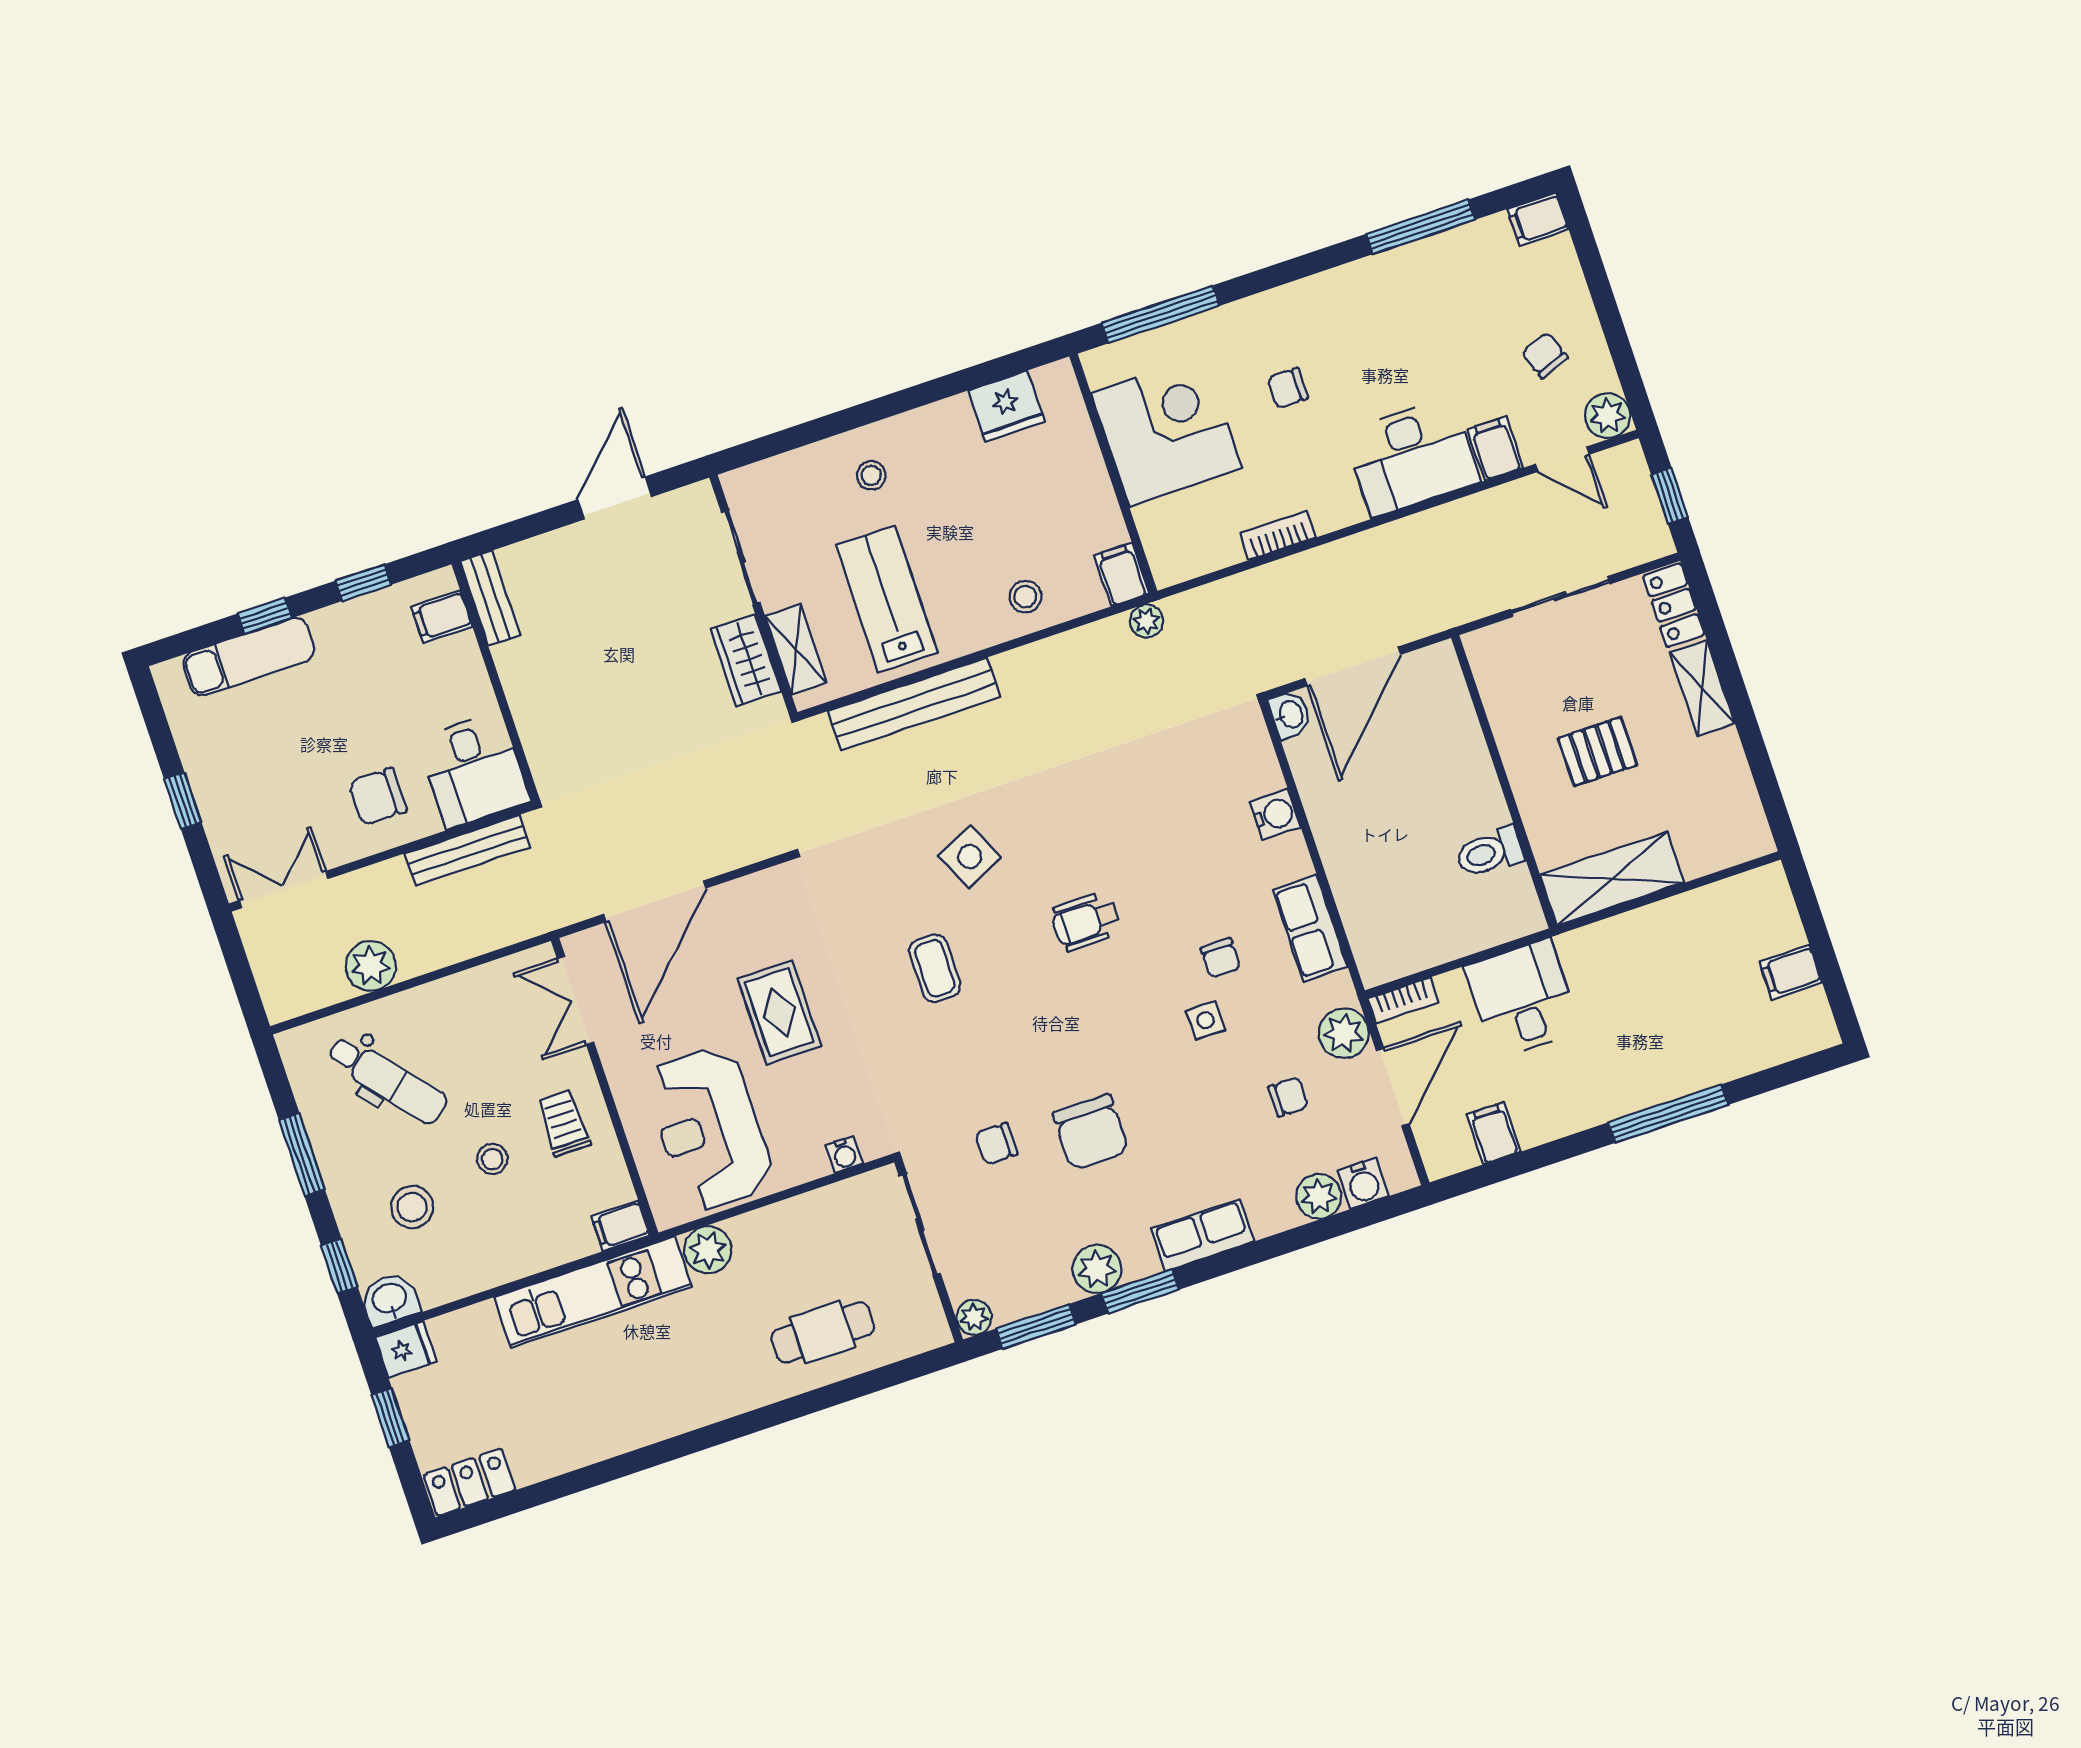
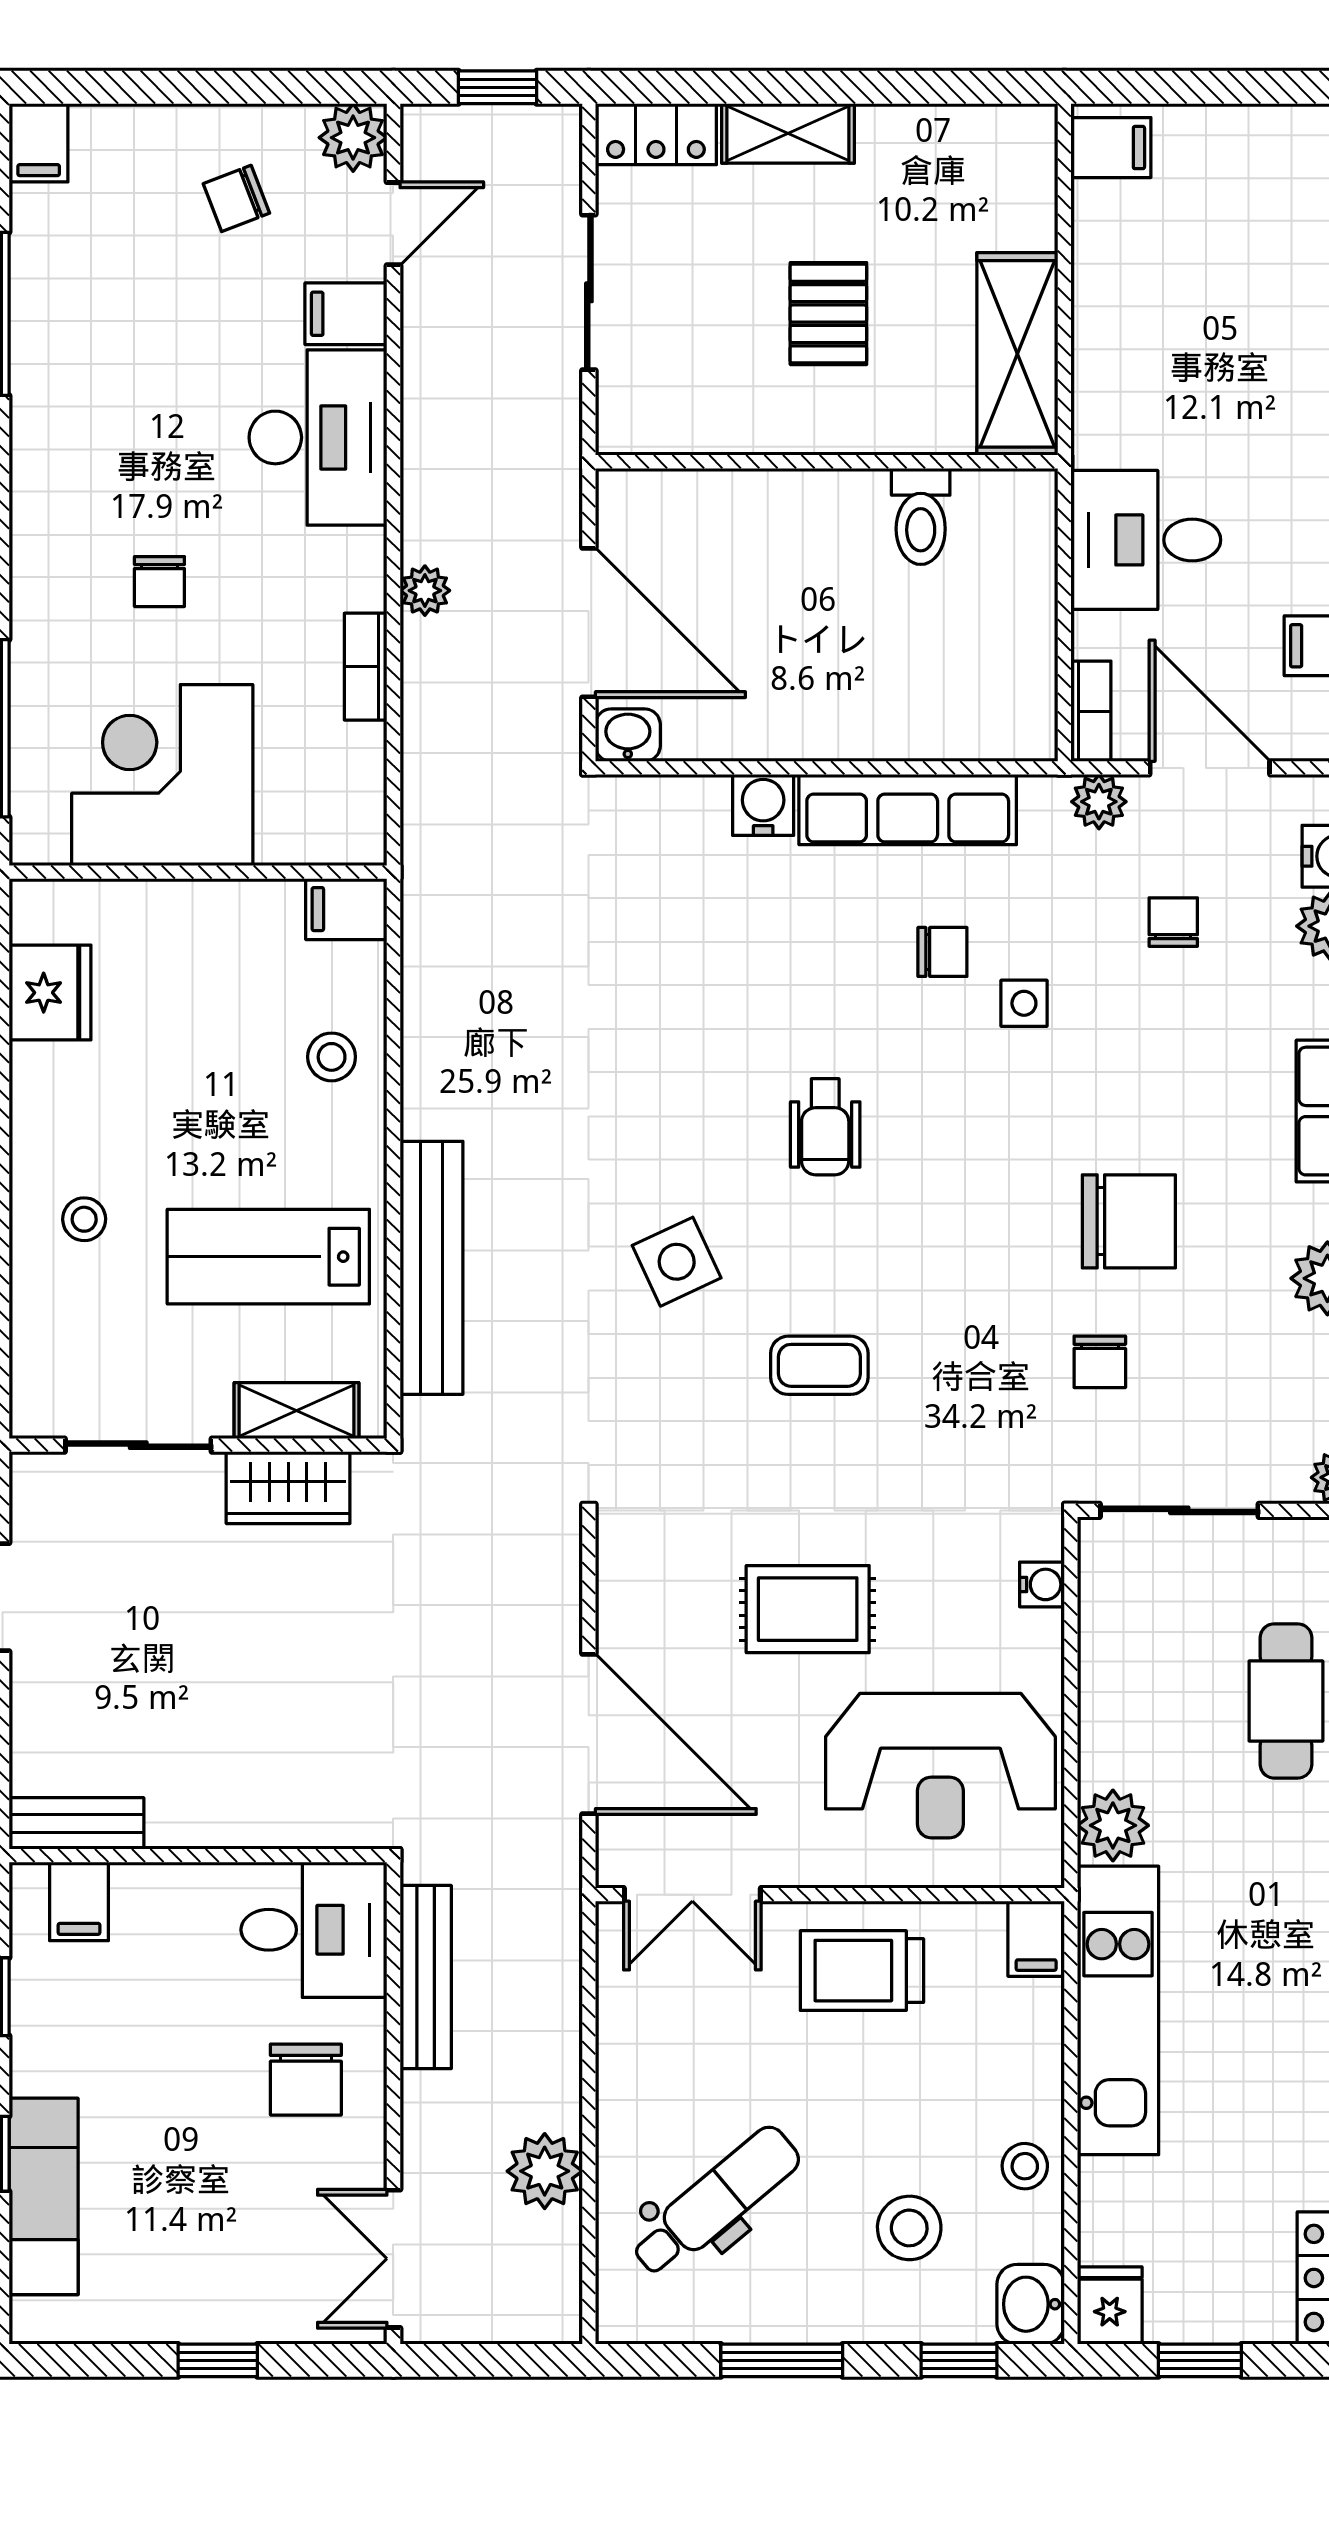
plant: (1147, 621) -> (425, 591), moved
row of seats: (1310, 928) -> (908, 810), width x1.48
filing cabinet: (1791, 972) -> (1111, 148), moved, turned -90
plant: (1344, 1033) -> (1099, 802), width x0.73, depth x0.73
trolley: (564, 1123) -> (862, 1971), width x1.36, depth x1.39
stool: (492, 1159) -> (1025, 2166), moved

